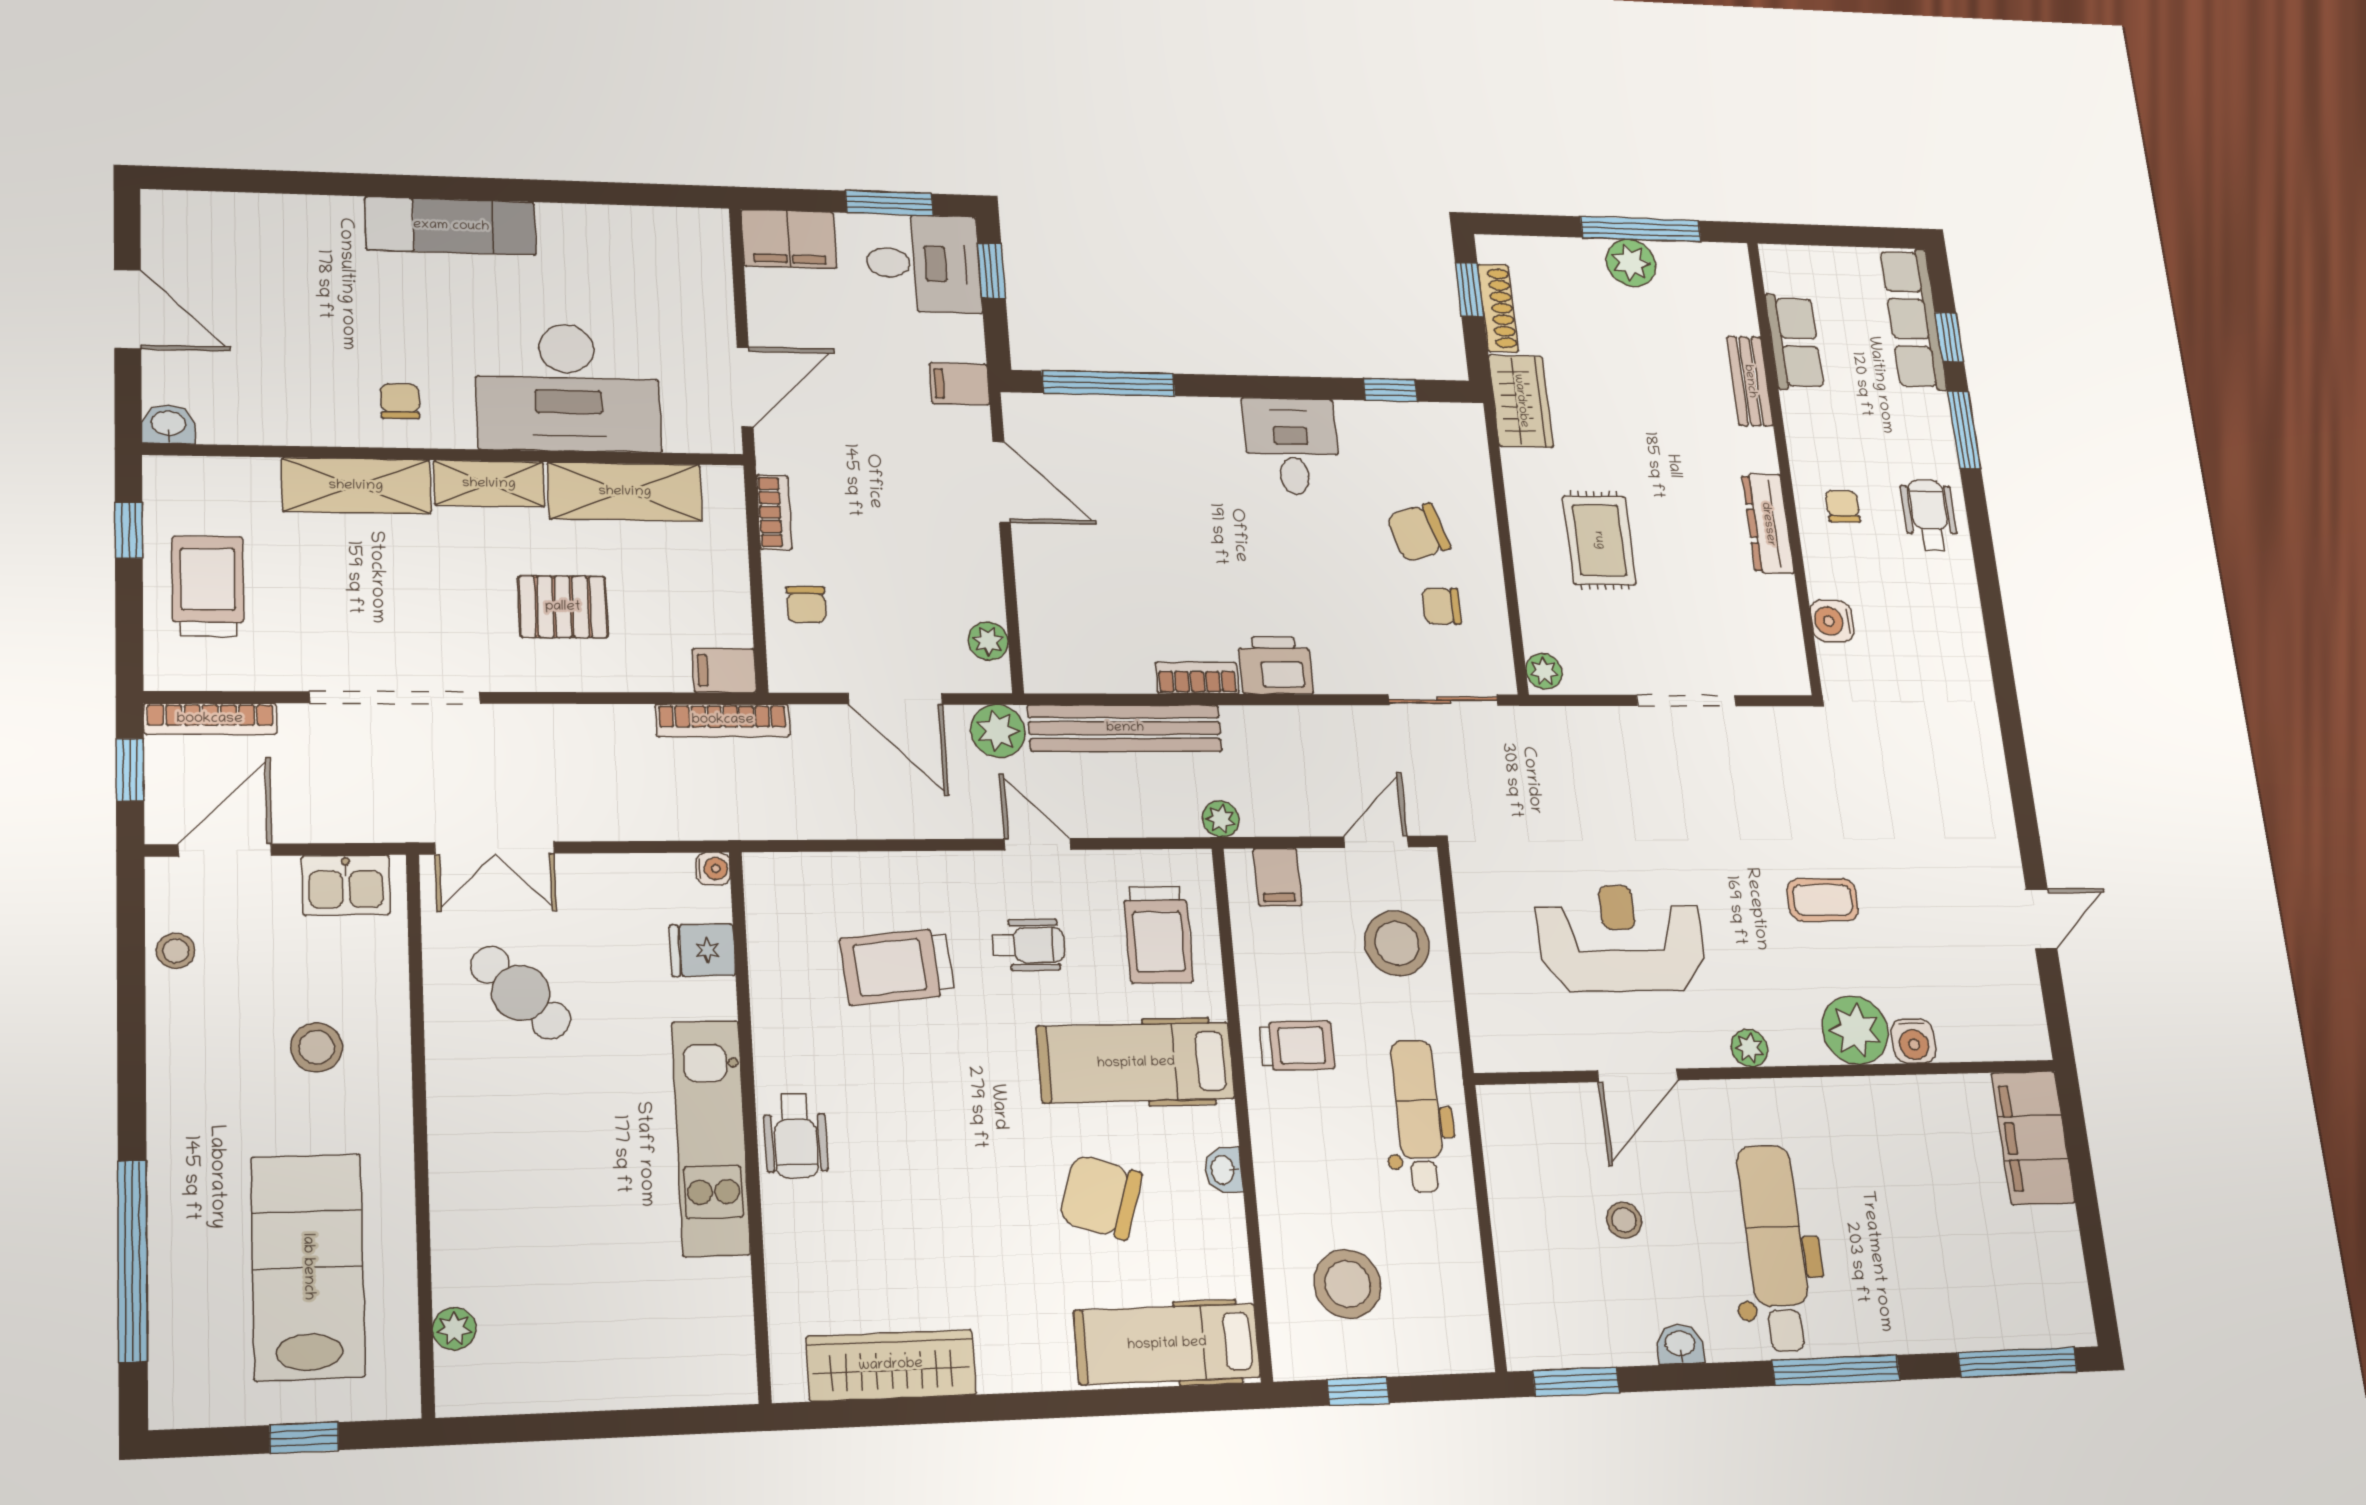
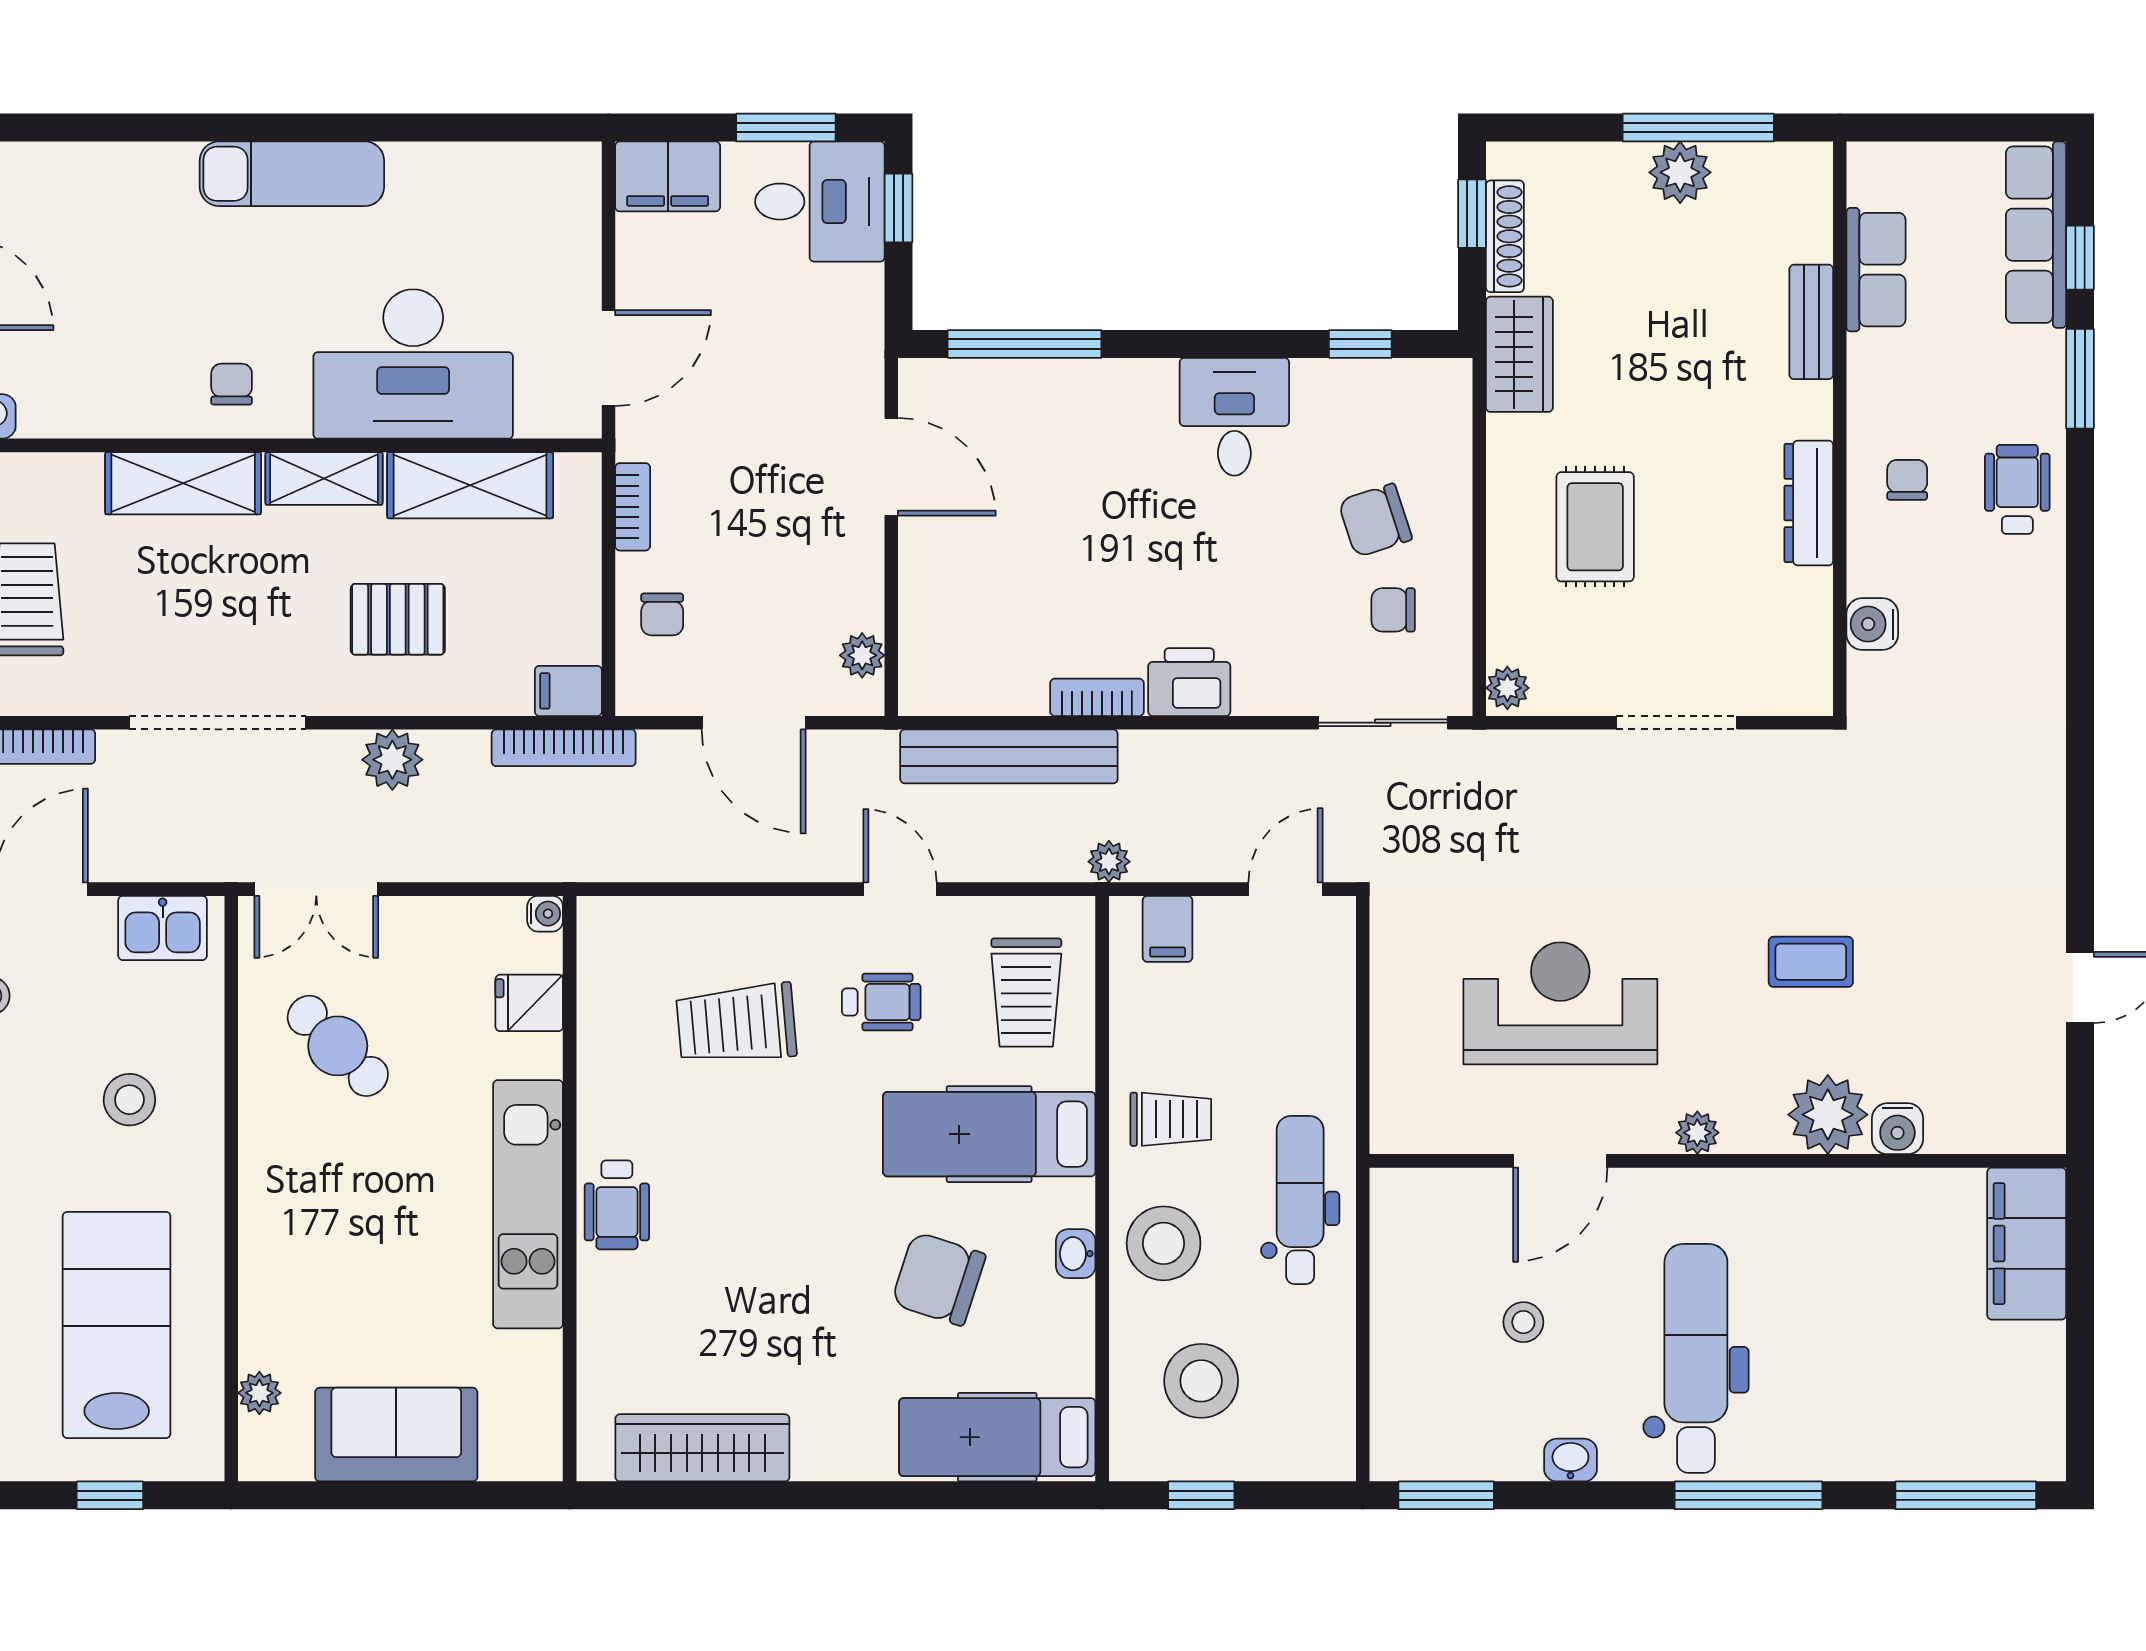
filing cabinet: (959, 384) -> (851, 349), removed
plant: (998, 731) -> (392, 760), moved
stool: (1397, 943) -> (1164, 1243), moved
sofa: (592, 1365) -> (396, 1435), added

